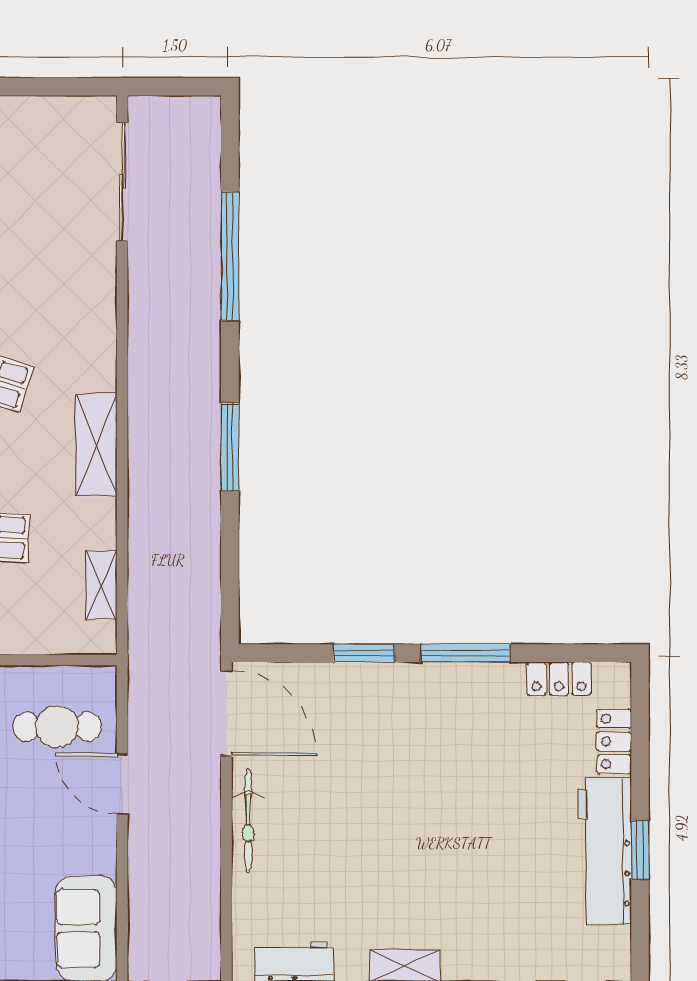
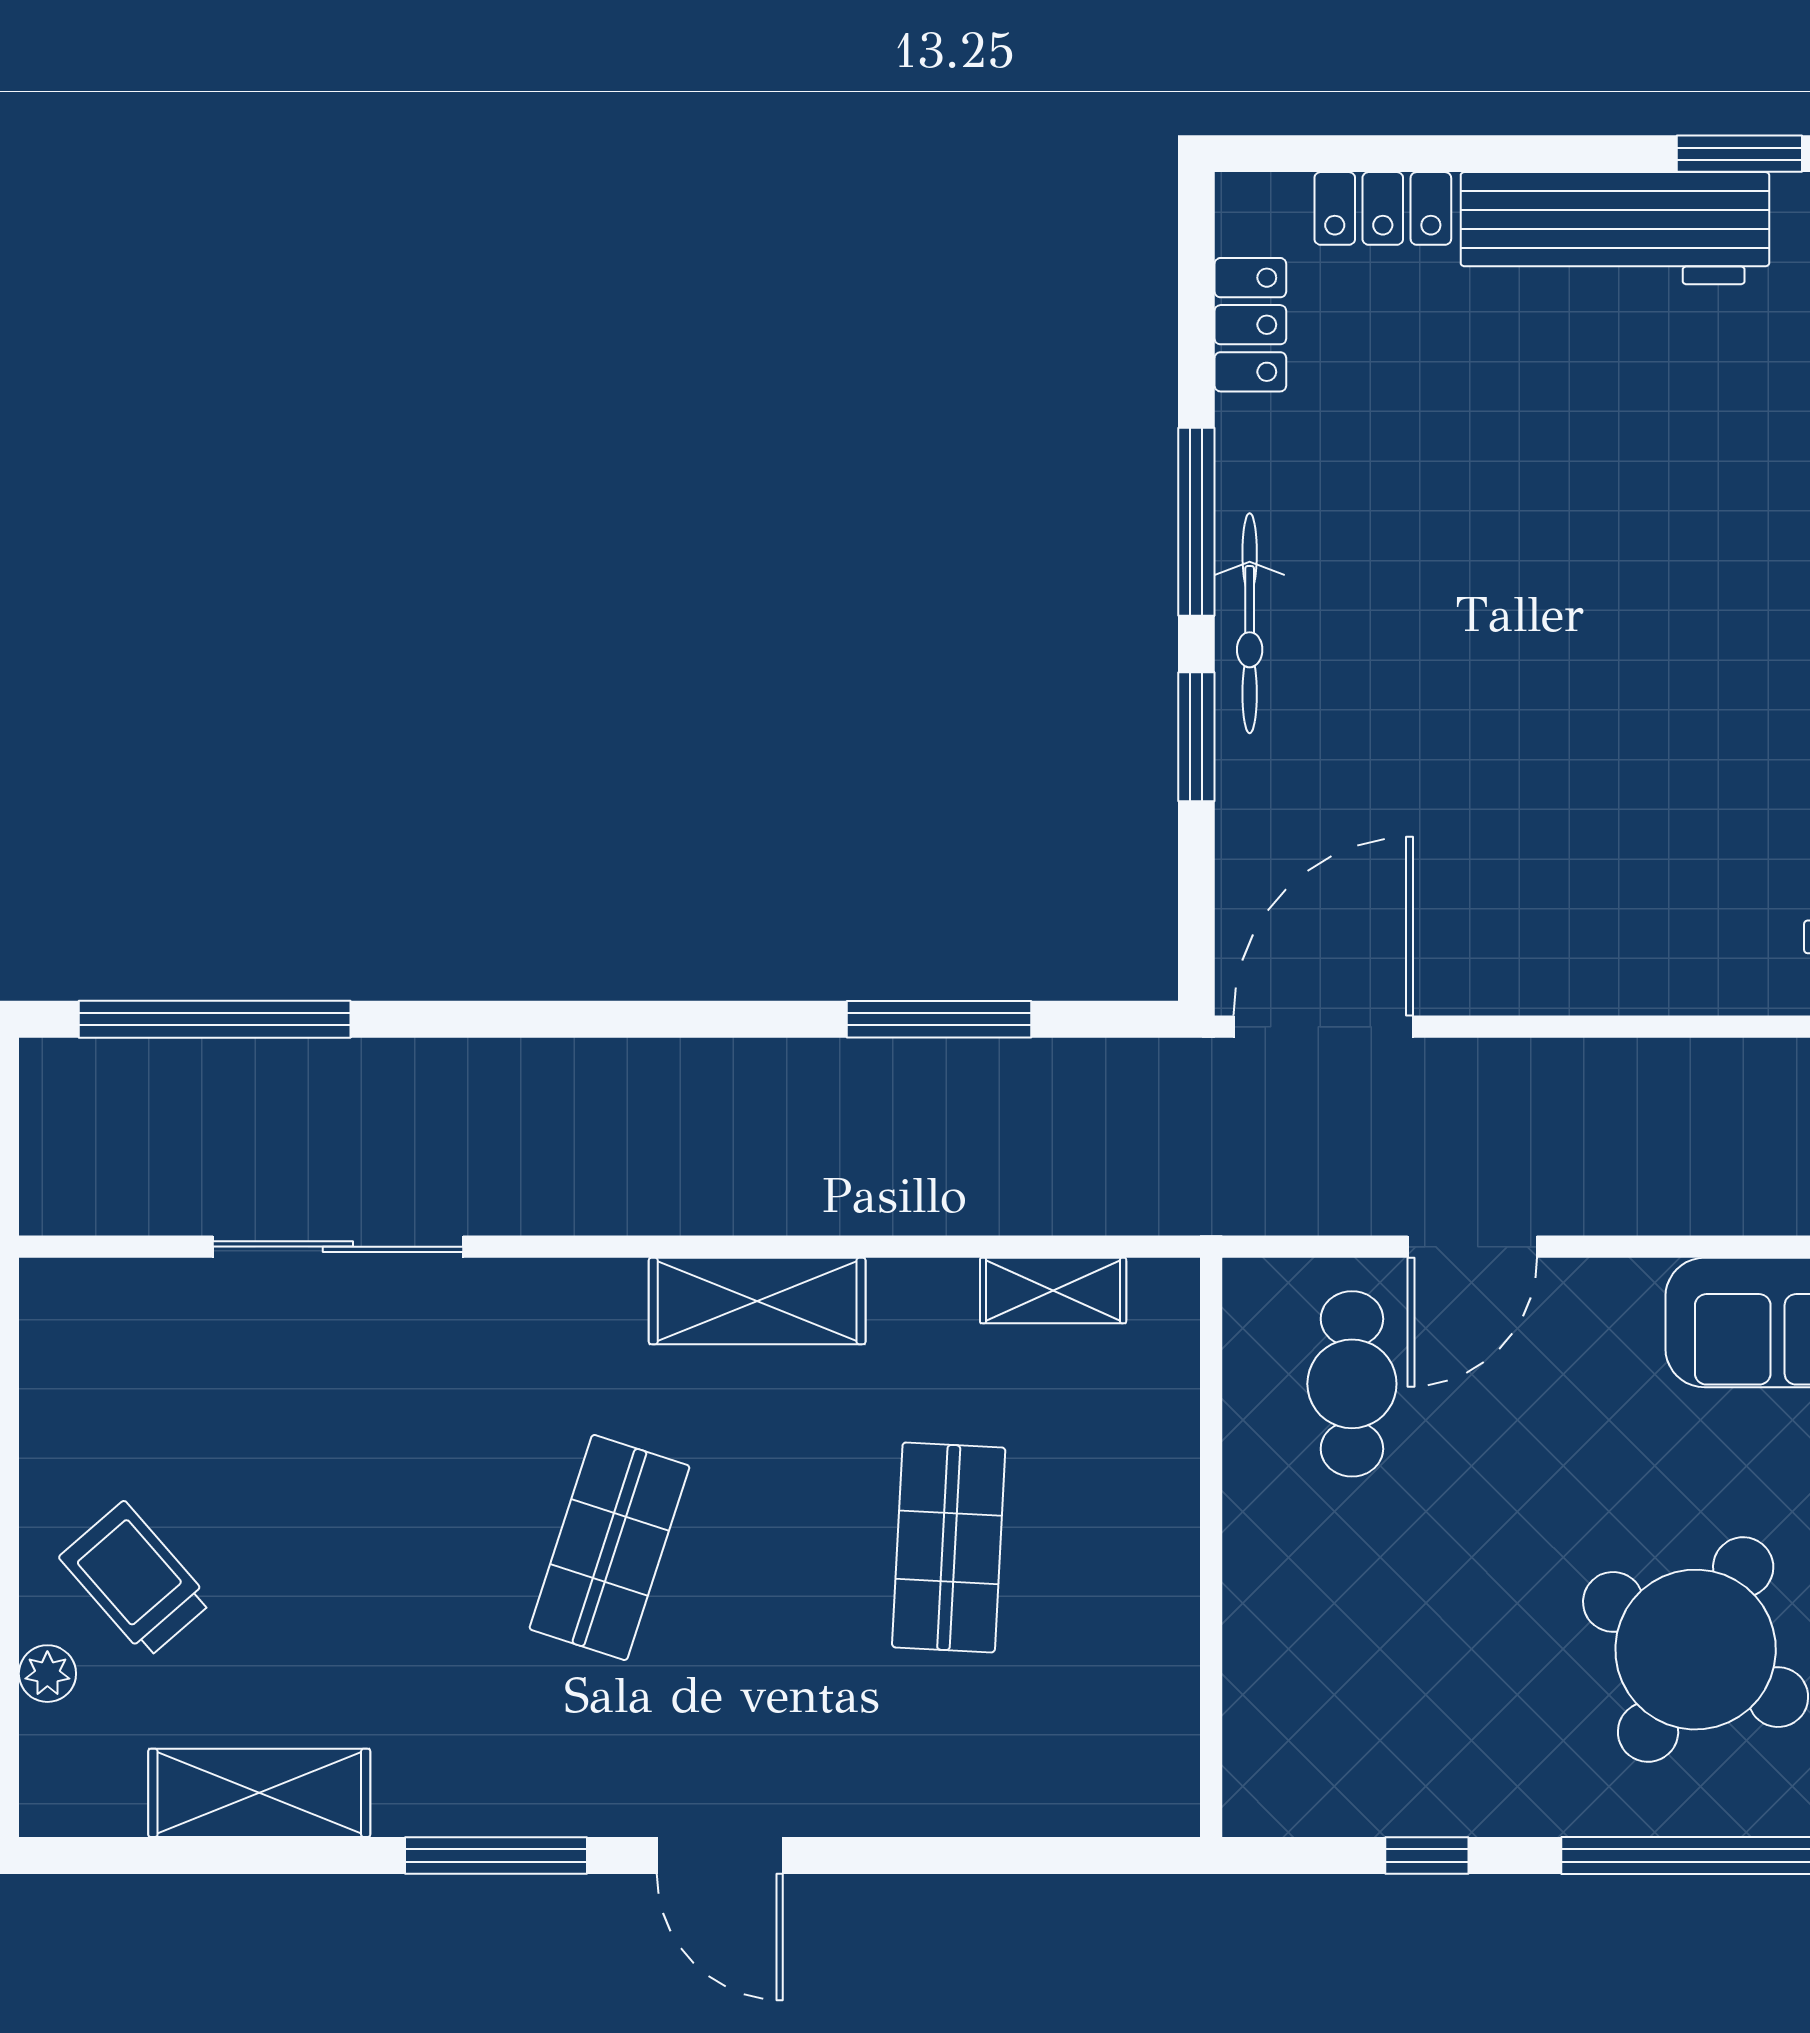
sliding door: (122, 182) -> (338, 1247), moved
window: (230, 256) -> (215, 1019), moved
window: (230, 447) -> (939, 1019), moved
bicycle: (248, 821) -> (1250, 623), moved, turned 90
window: (640, 850) -> (1739, 154), moved

